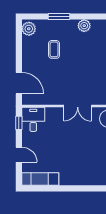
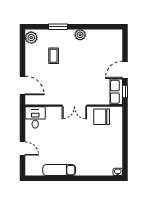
window: (19, 123) -> (23, 121), removed
exam couch: (40, 179) -> (59, 170), moved

